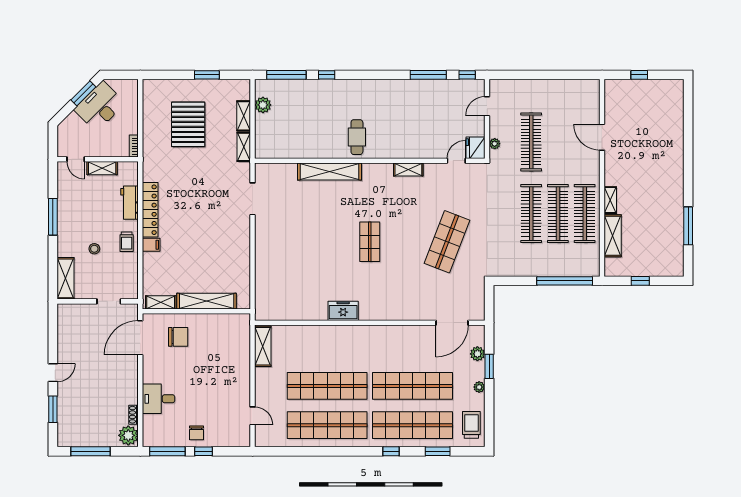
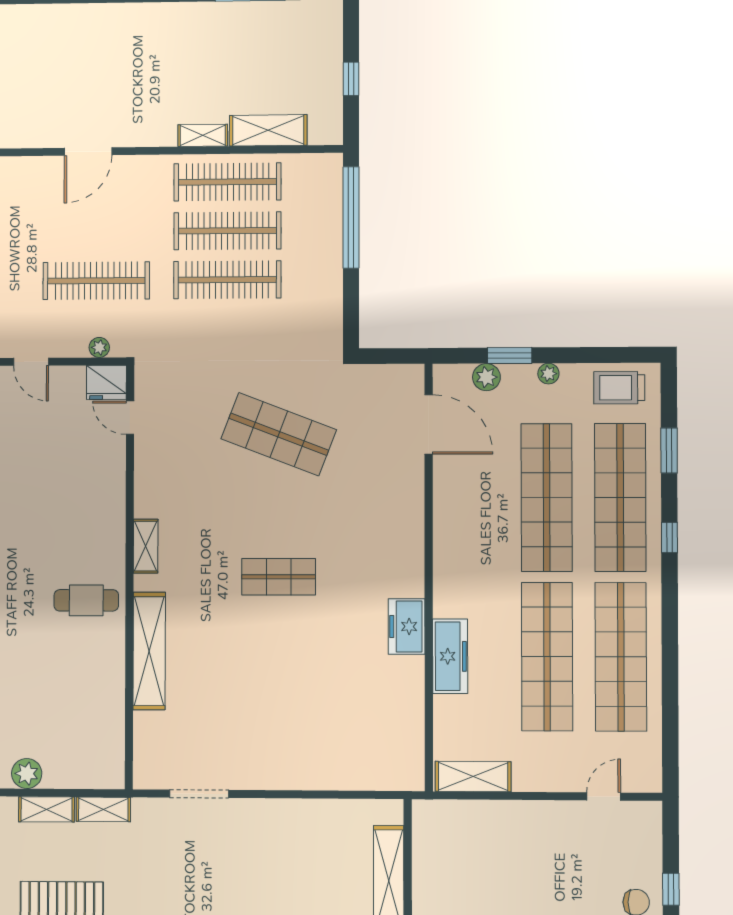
shelving: (408, 169) -> (146, 546), moved
freezer: (327, 334) -> (450, 656), added

